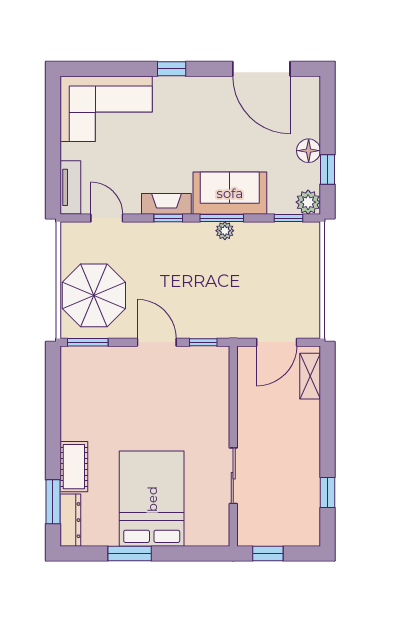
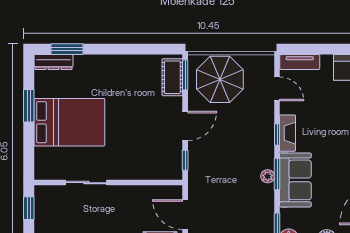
door: (107, 218) -> (277, 89), hinge flipped
cot: (74, 467) -> (172, 77), moved, turned 90

